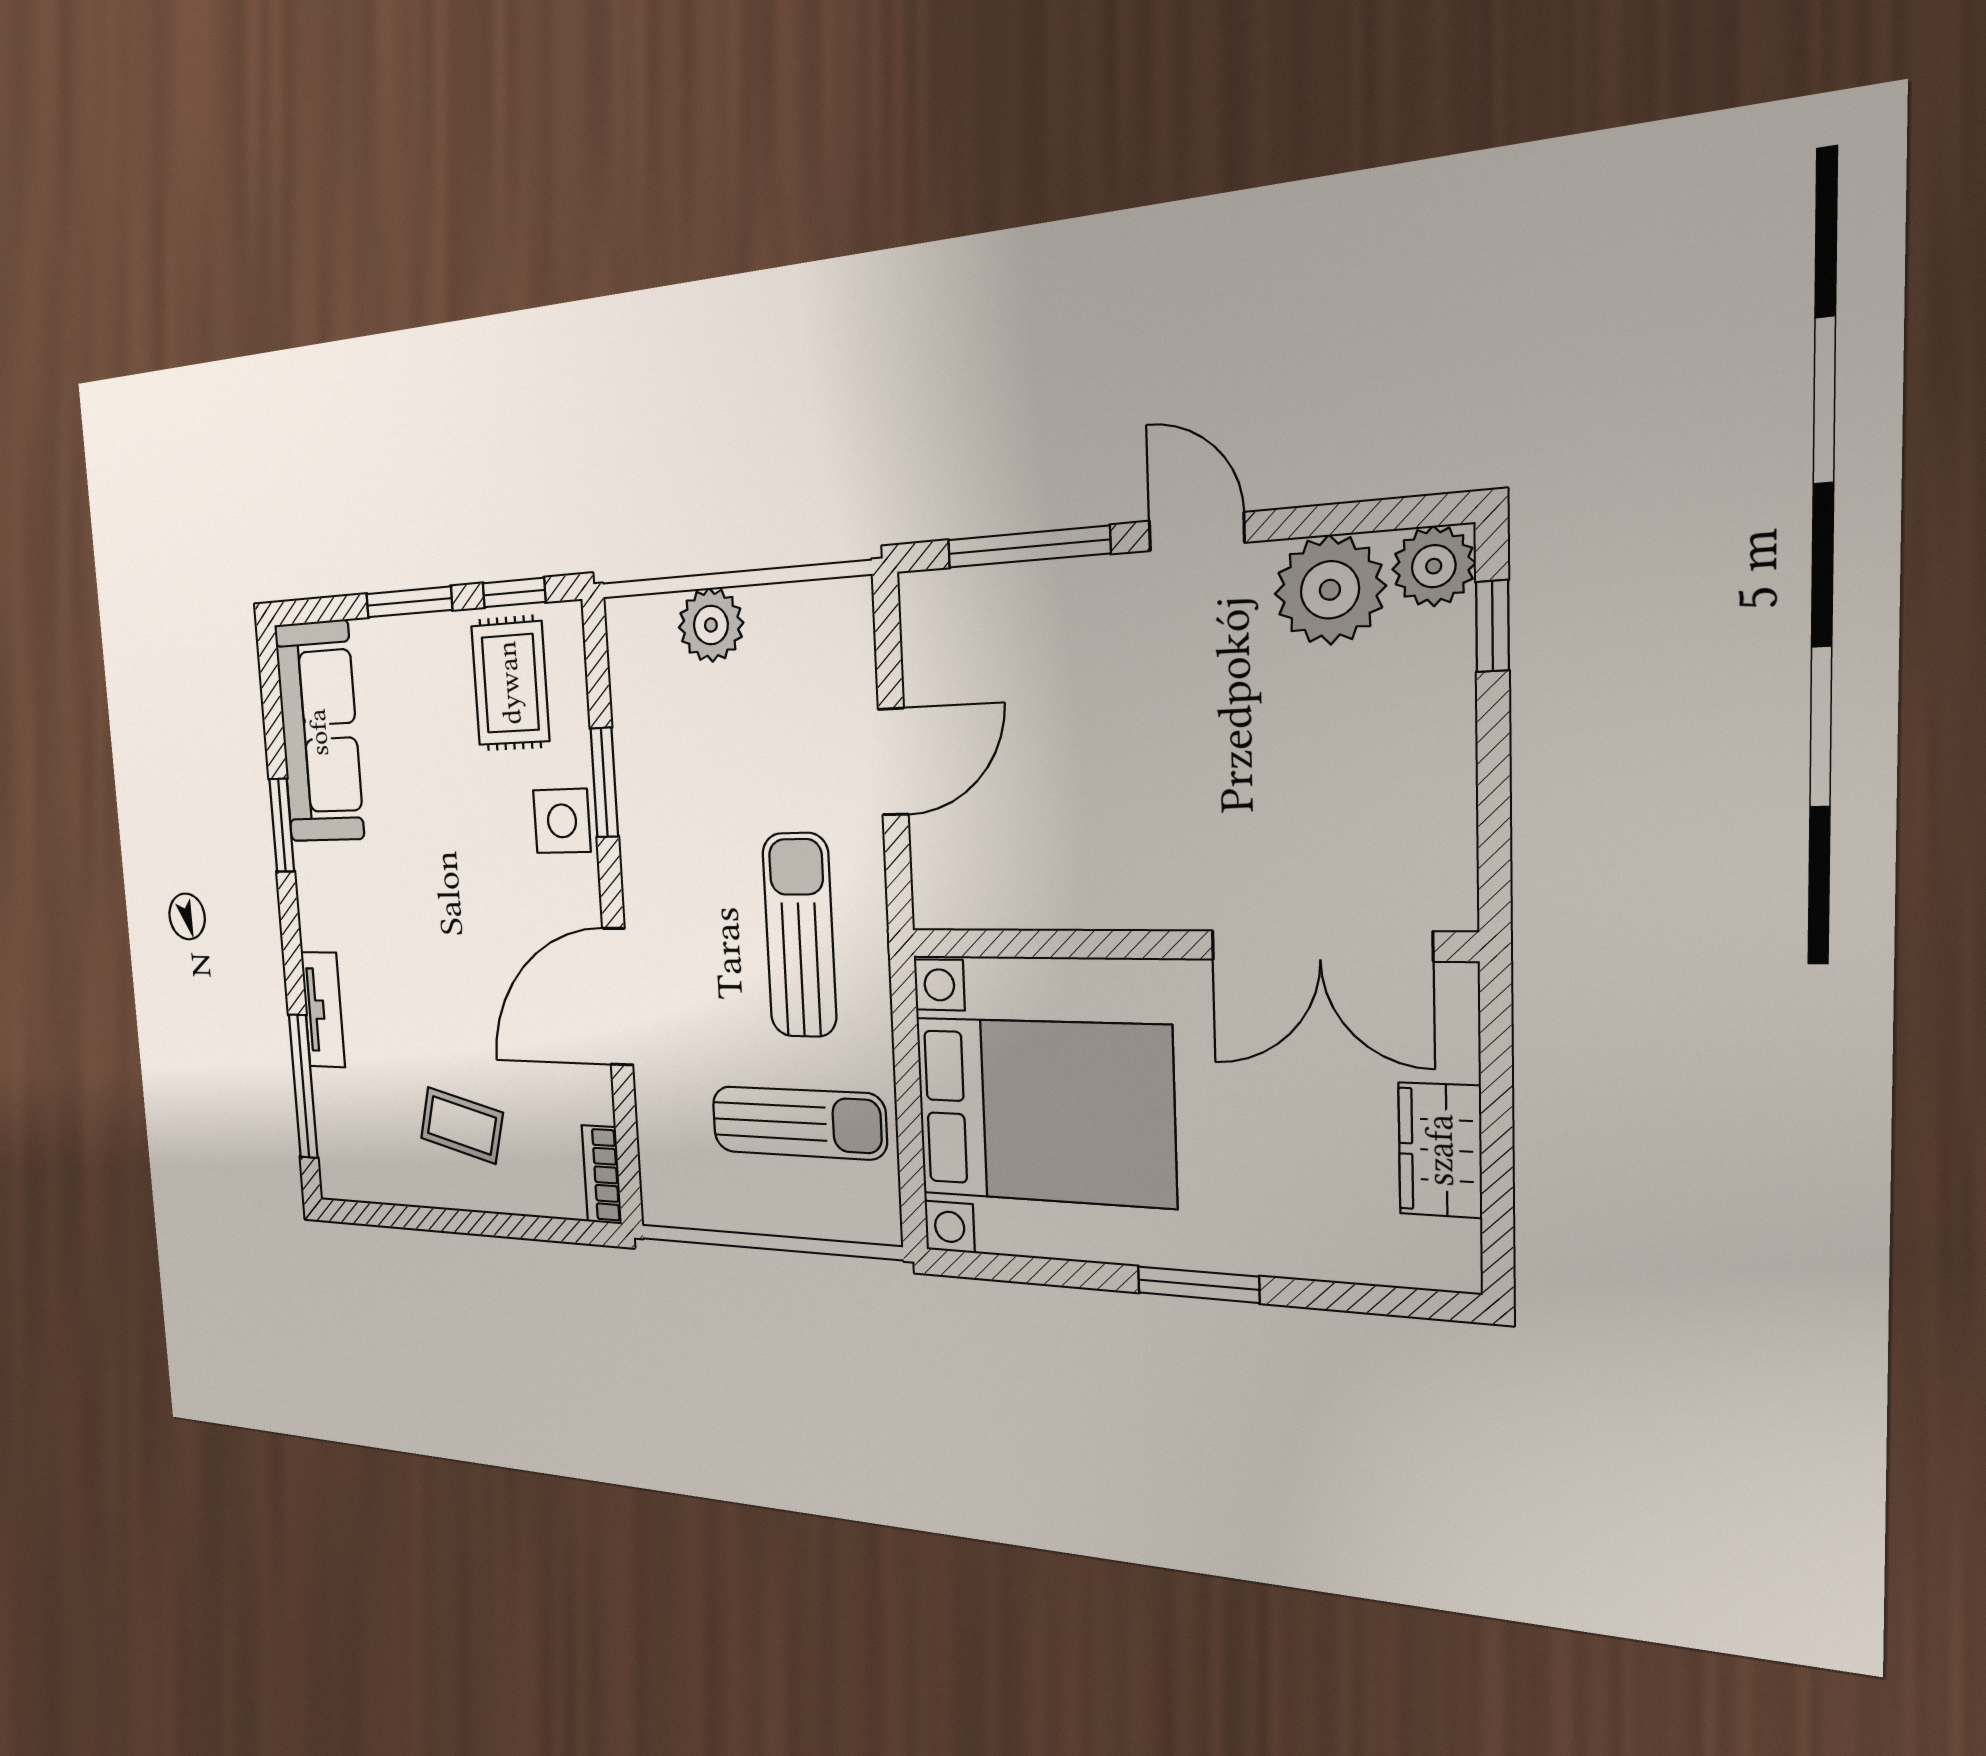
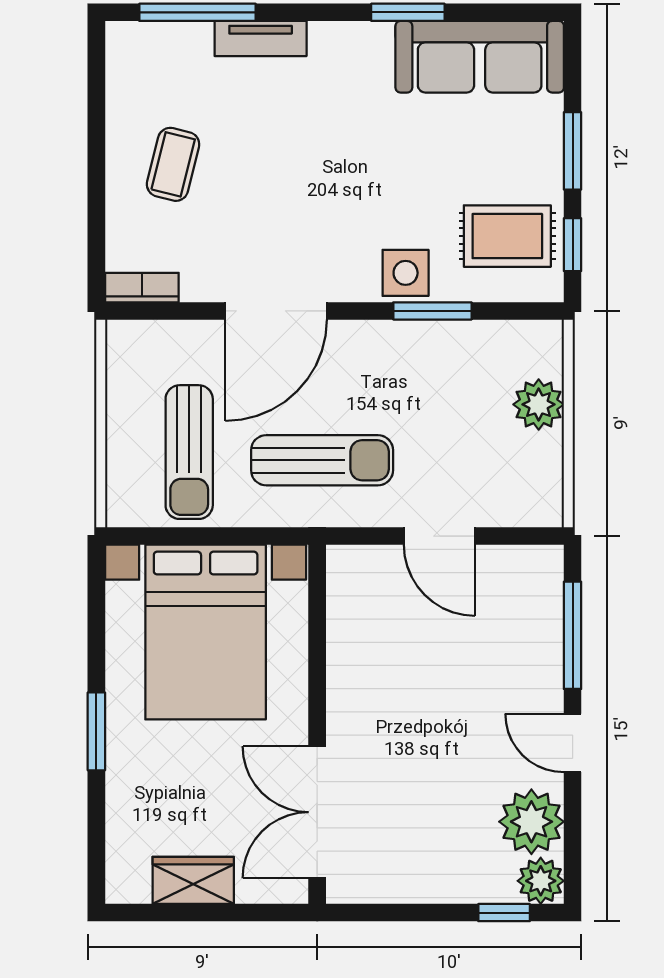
door: (1196, 532) -> (573, 743), swing flipped
door: (618, 997) -> (276, 311), swing flipped

